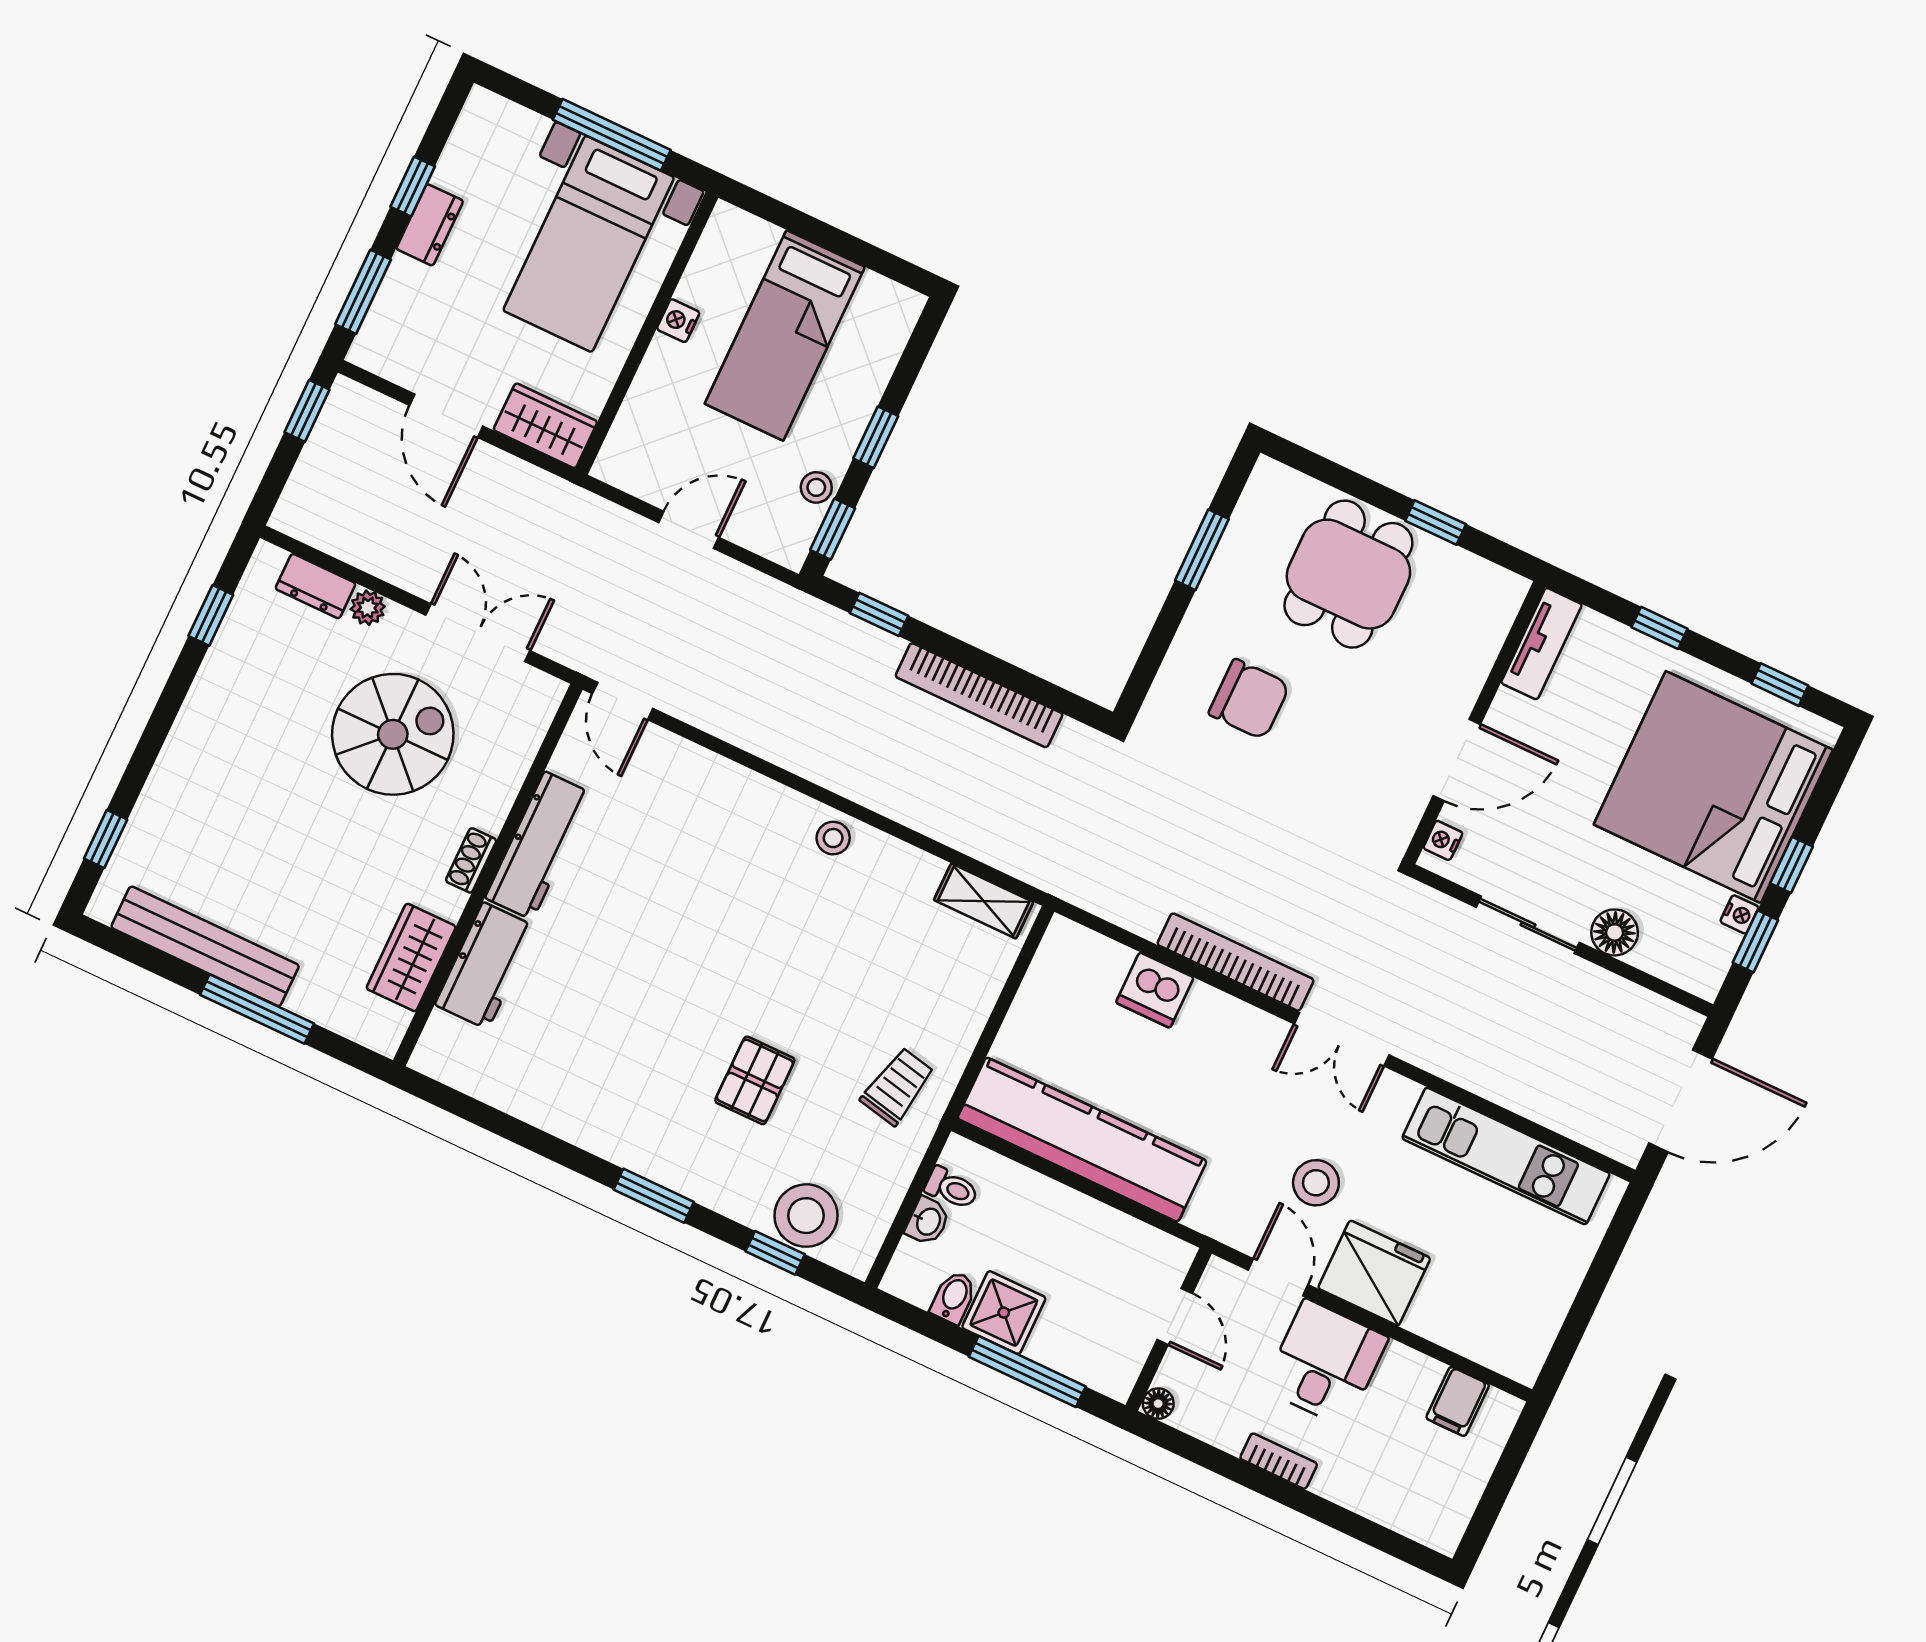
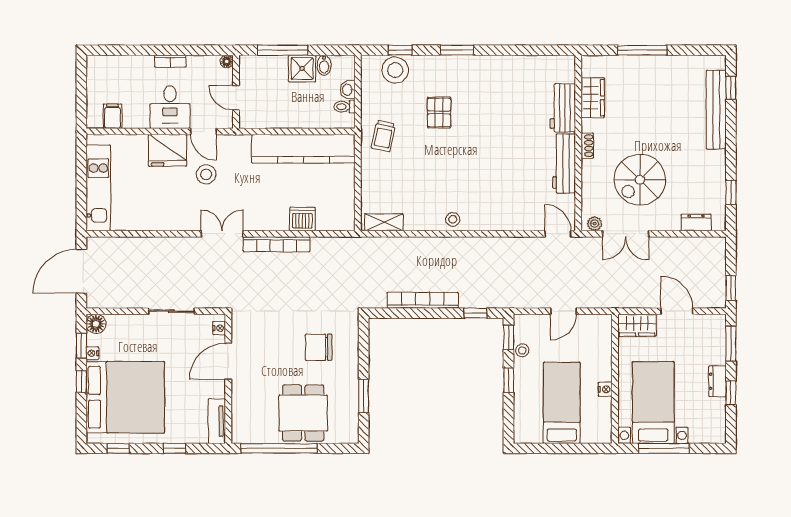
window: (1436, 523) -> (279, 448), width x3.17
plant: (368, 608) -> (595, 224), moved
floor lamp: (1615, 932) -> (96, 324), moved
bench: (205, 946) -> (716, 110), moved, turned 90
kitchen unit: (1506, 1156) -> (98, 188), moved, turned 90

